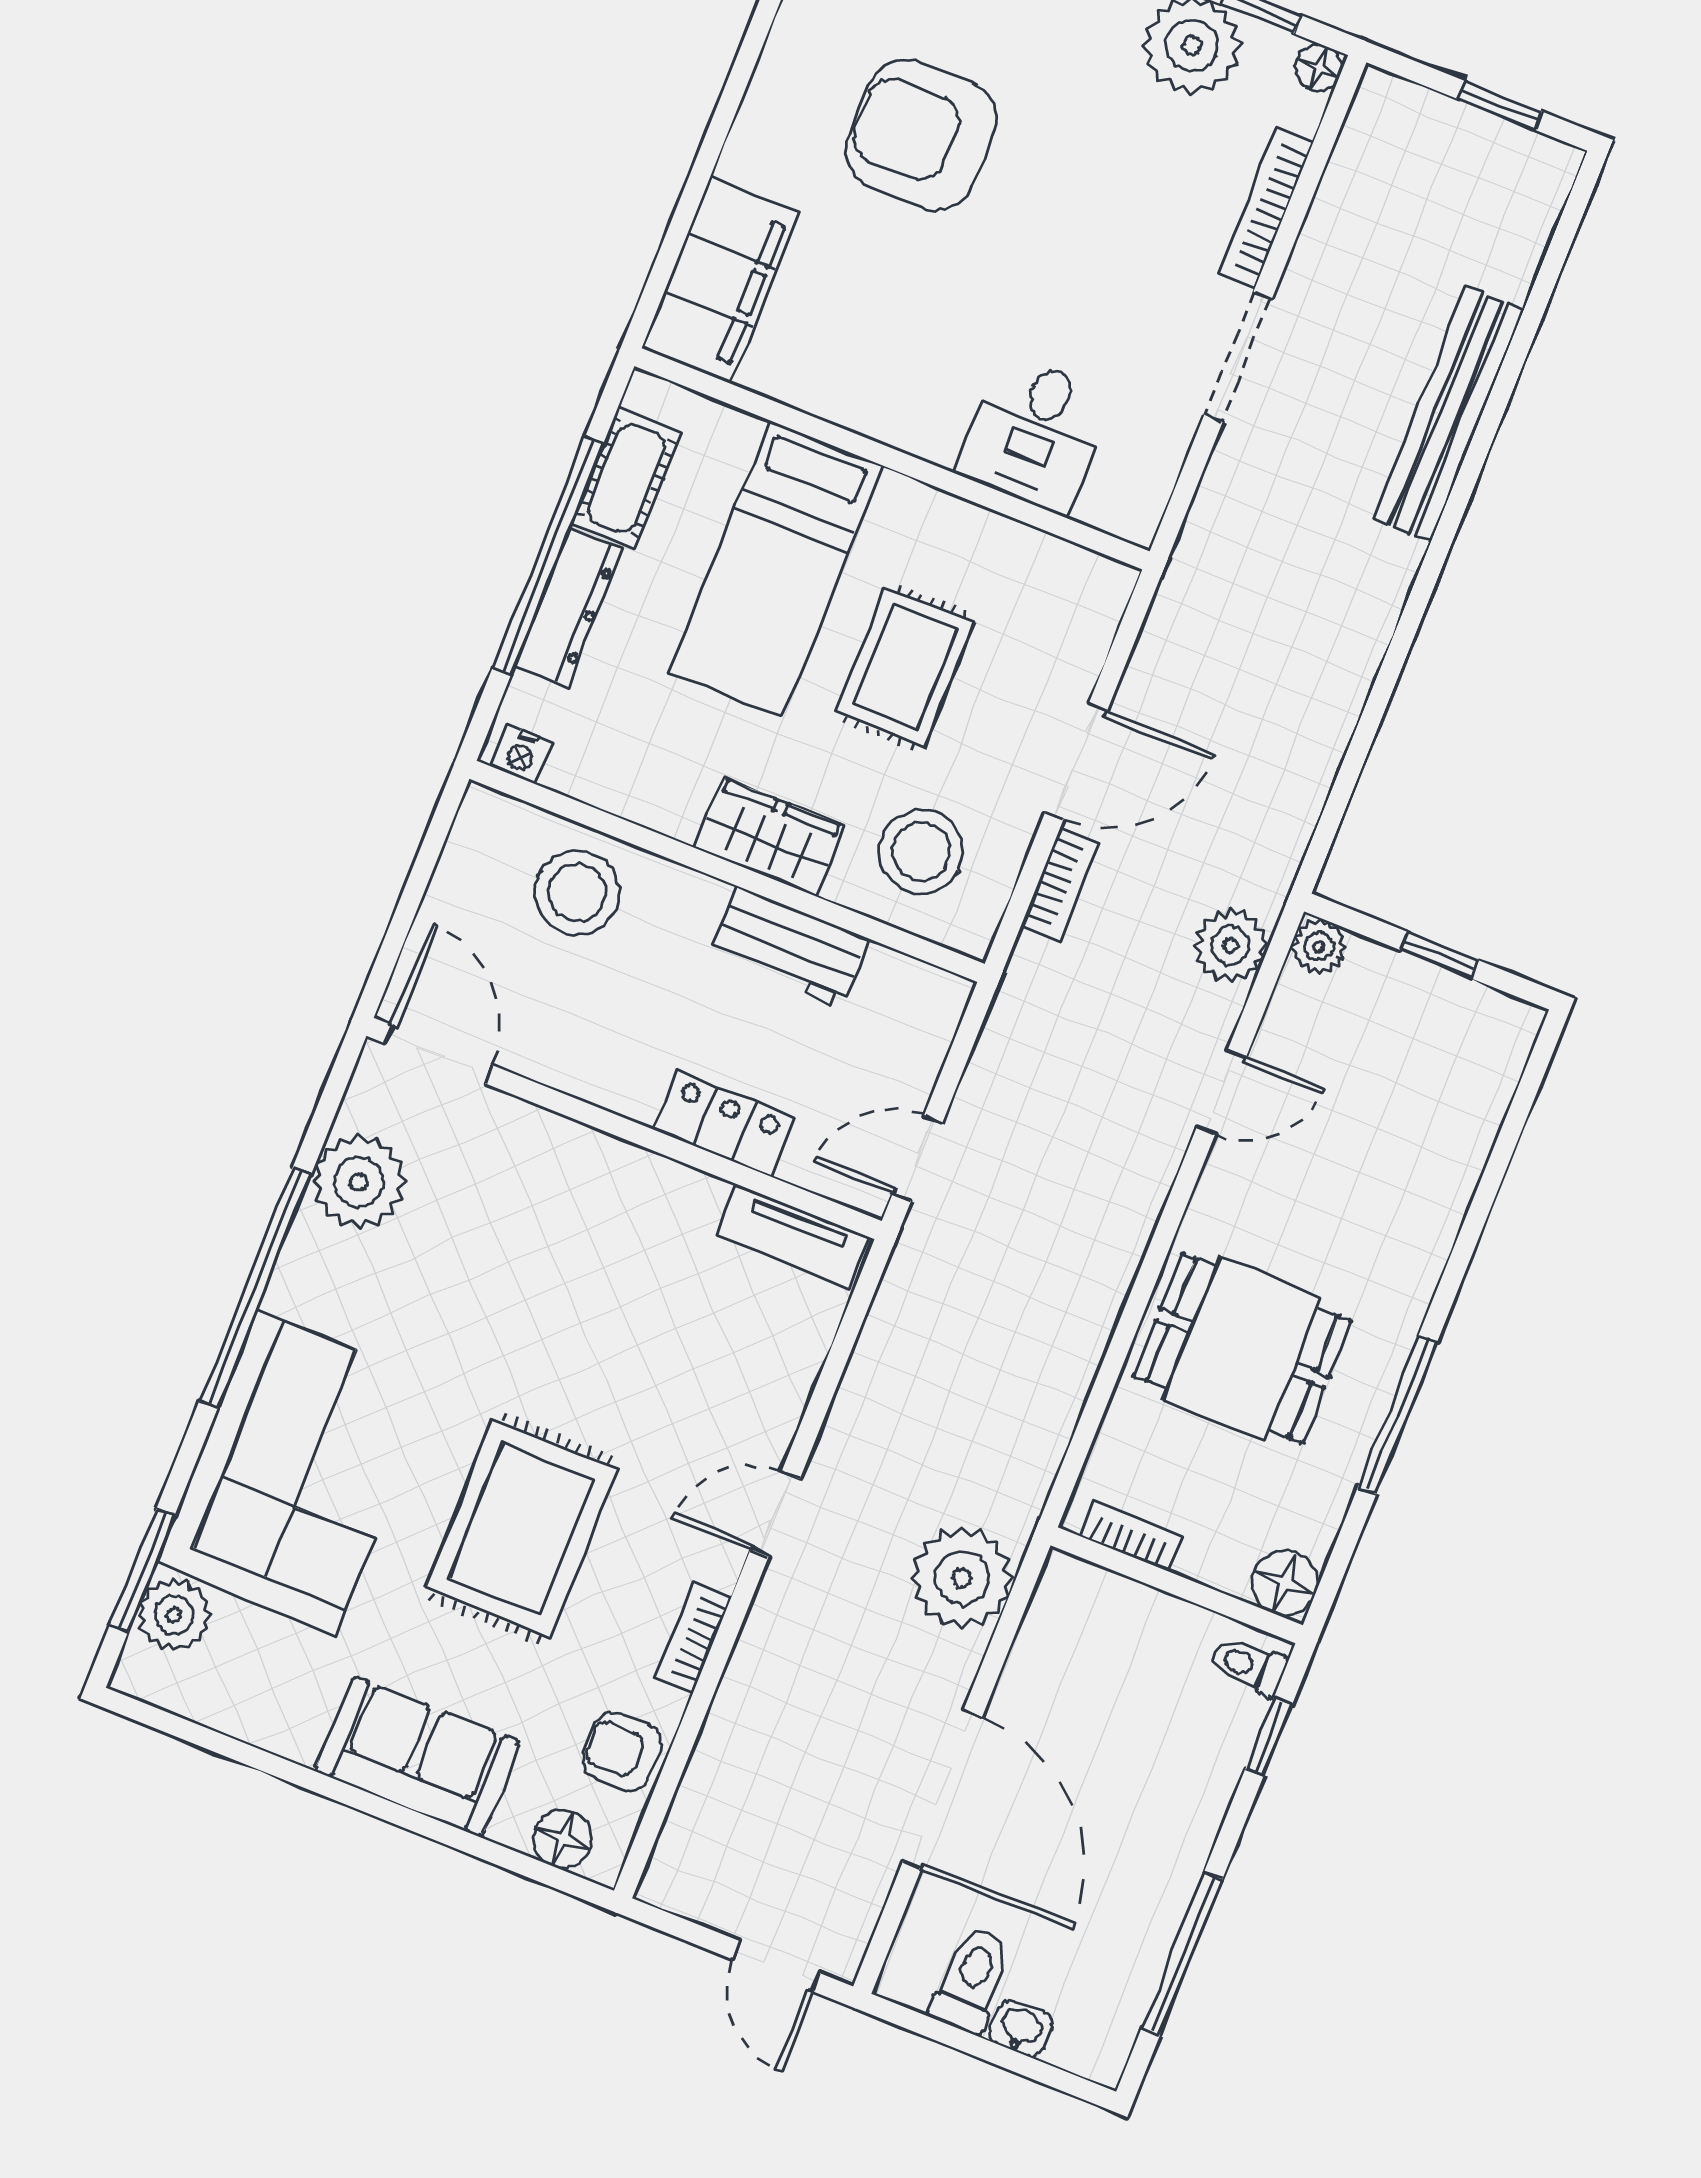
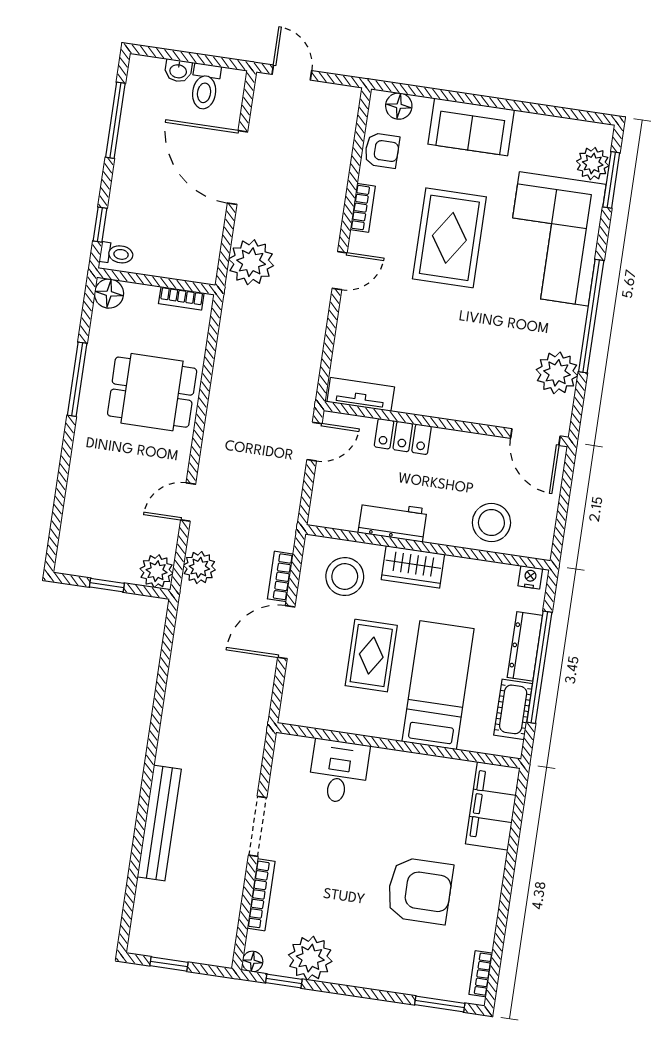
plant: (1319, 947) -> (157, 571), width x1.38, depth x1.38

